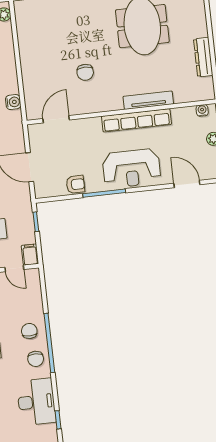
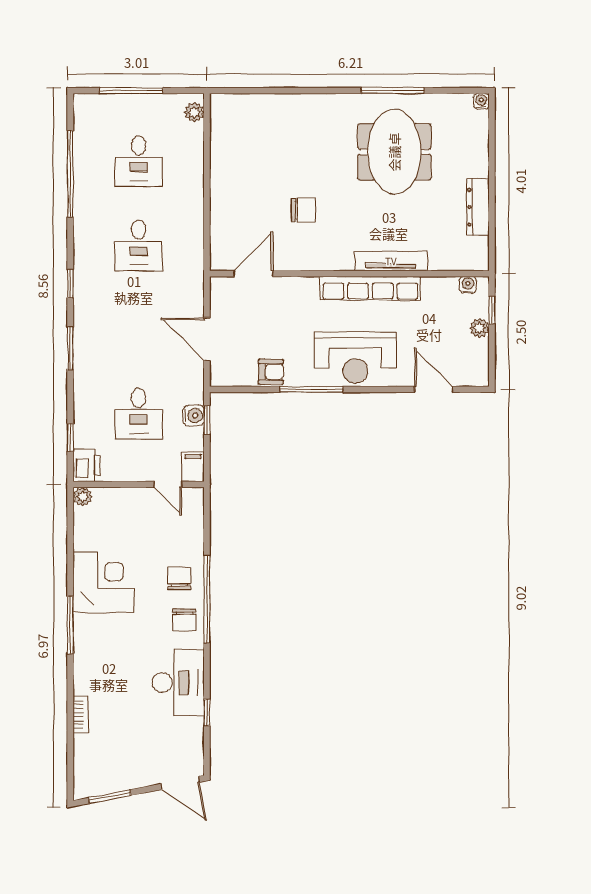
chair: (85, 72) -> (303, 210), turned -90
water cooler: (13, 102) -> (193, 415), moved

